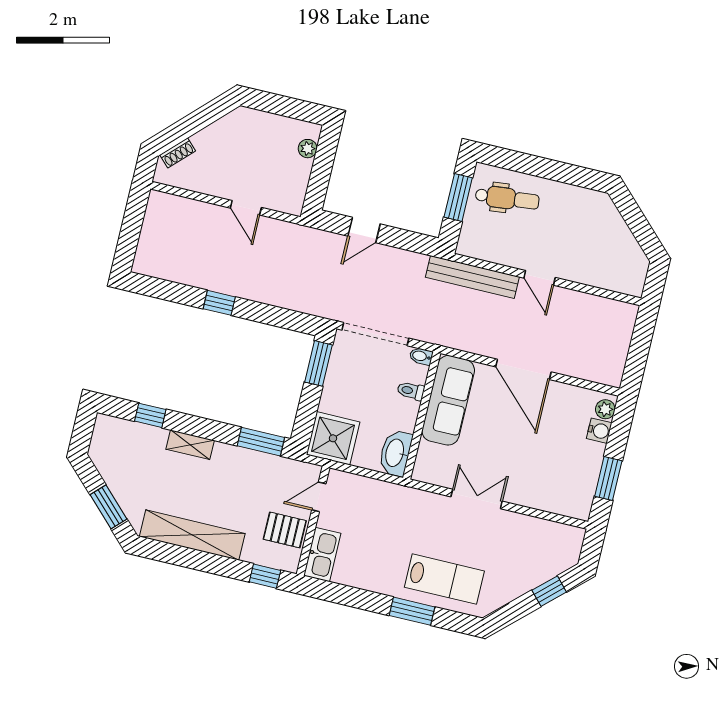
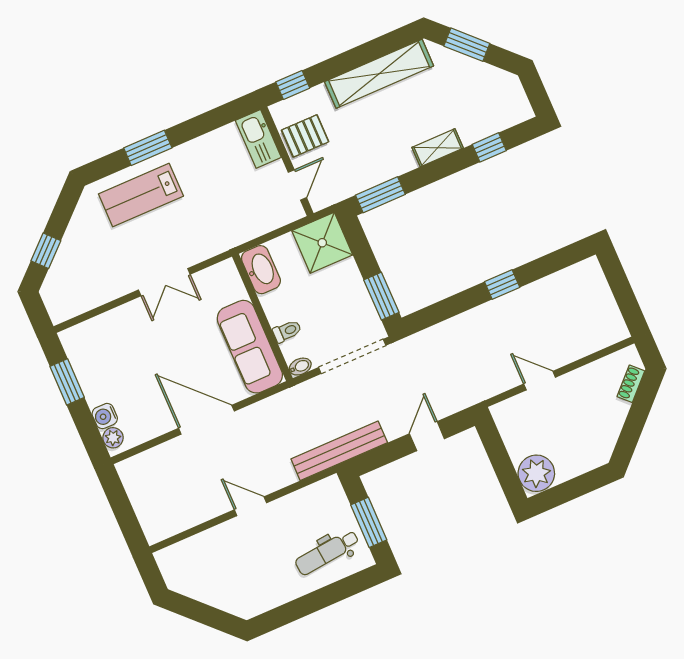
plant: (308, 149) -> (536, 473), width x1.88, depth x1.88
bench: (472, 277) -> (339, 451), moved

